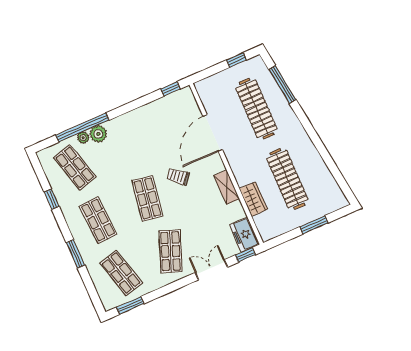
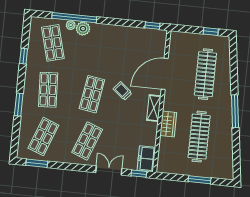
window: (282, 84) -> (235, 111), moved
shelving: (227, 187) -> (154, 108), moved
wardrobe: (253, 199) -> (168, 124), moved
shop shelf: (121, 273) -> (43, 137), turned 36

